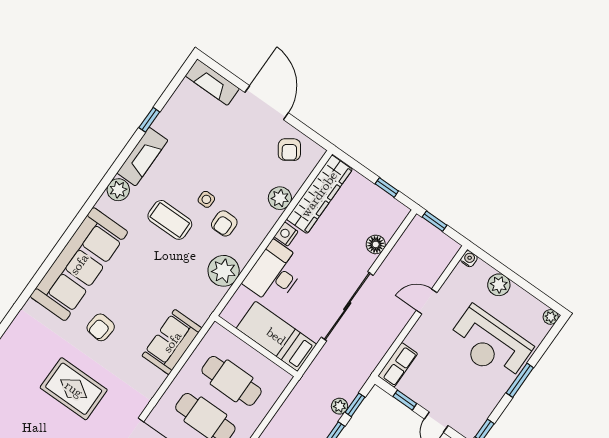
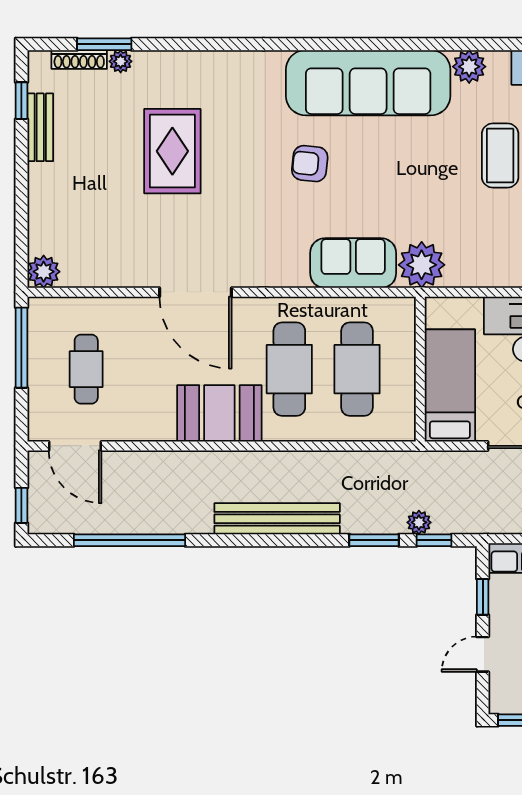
plant: (118, 190) -> (469, 67), moved
plant: (224, 271) -> (422, 265), moved
rug: (74, 389) -> (172, 151), moved

